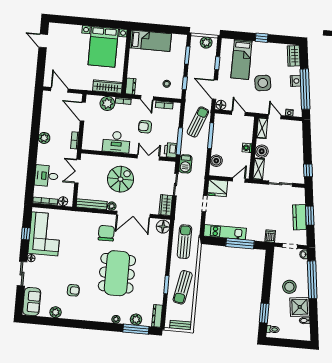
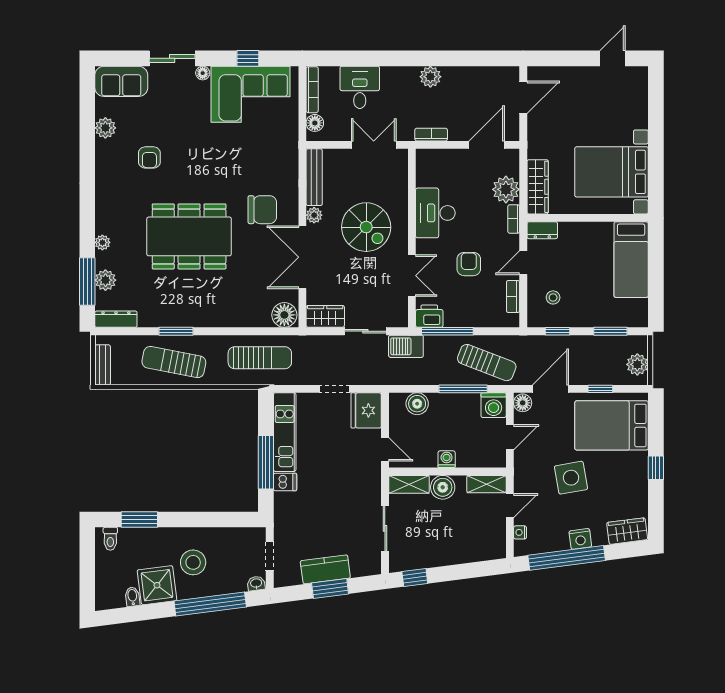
bed: (241, 59) -> (612, 425), width x1.50
washing machine: (221, 120) -> (494, 405), added
dishwasher: (270, 236) -> (285, 482), moved

